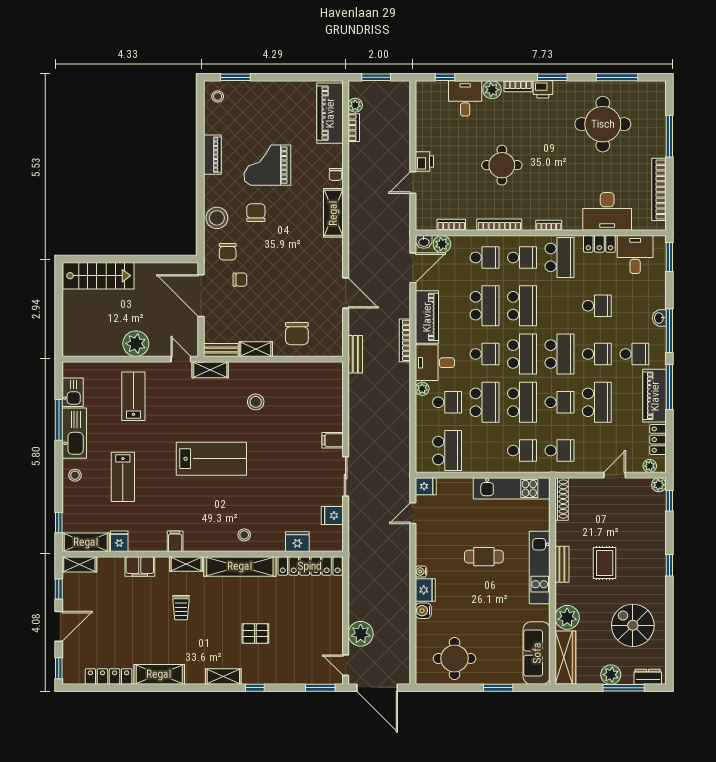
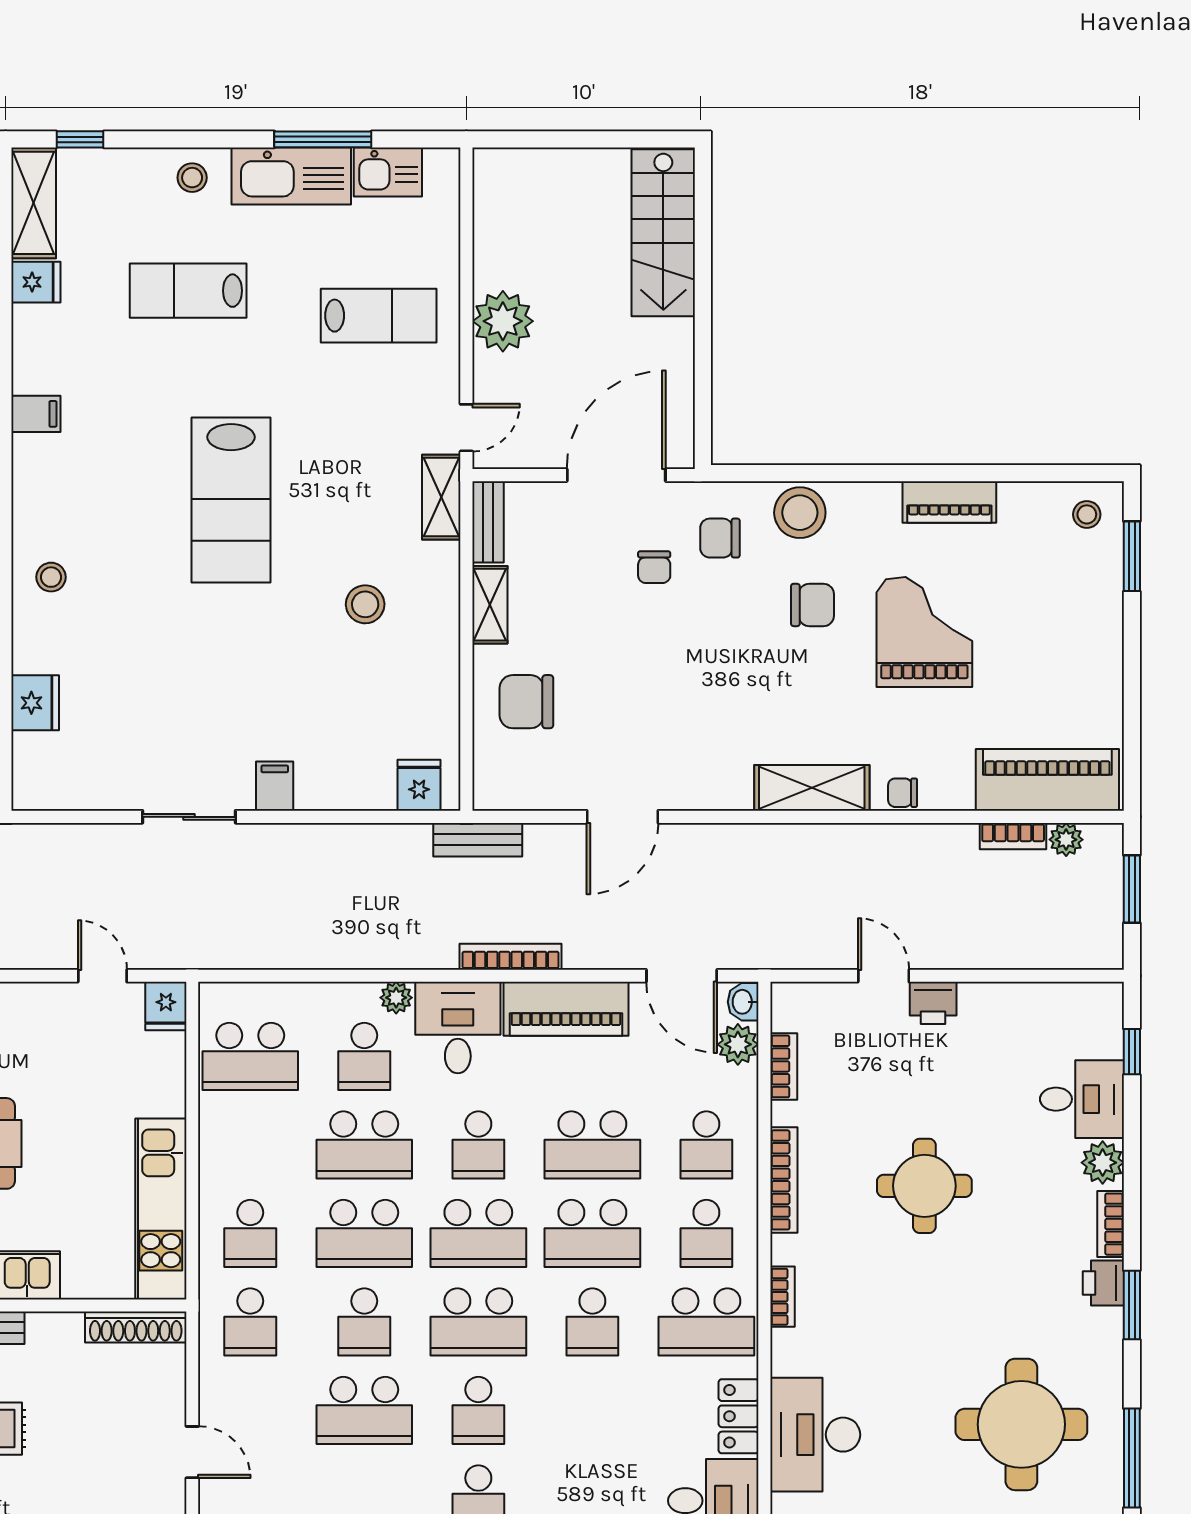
school desk: (597, 306) -> (592, 1322), moved
fridge: (332, 515) -> (419, 785), moved

